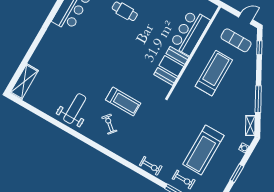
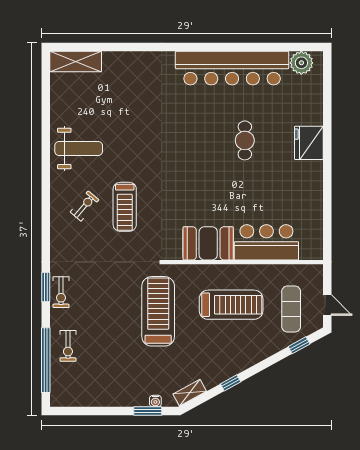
window: (258, 99) -> (231, 383), width x0.46
treadmill: (203, 150) -> (158, 311), moved, turned 90
window: (143, 173) -> (46, 287), added
window: (237, 173) -> (148, 411), moved

